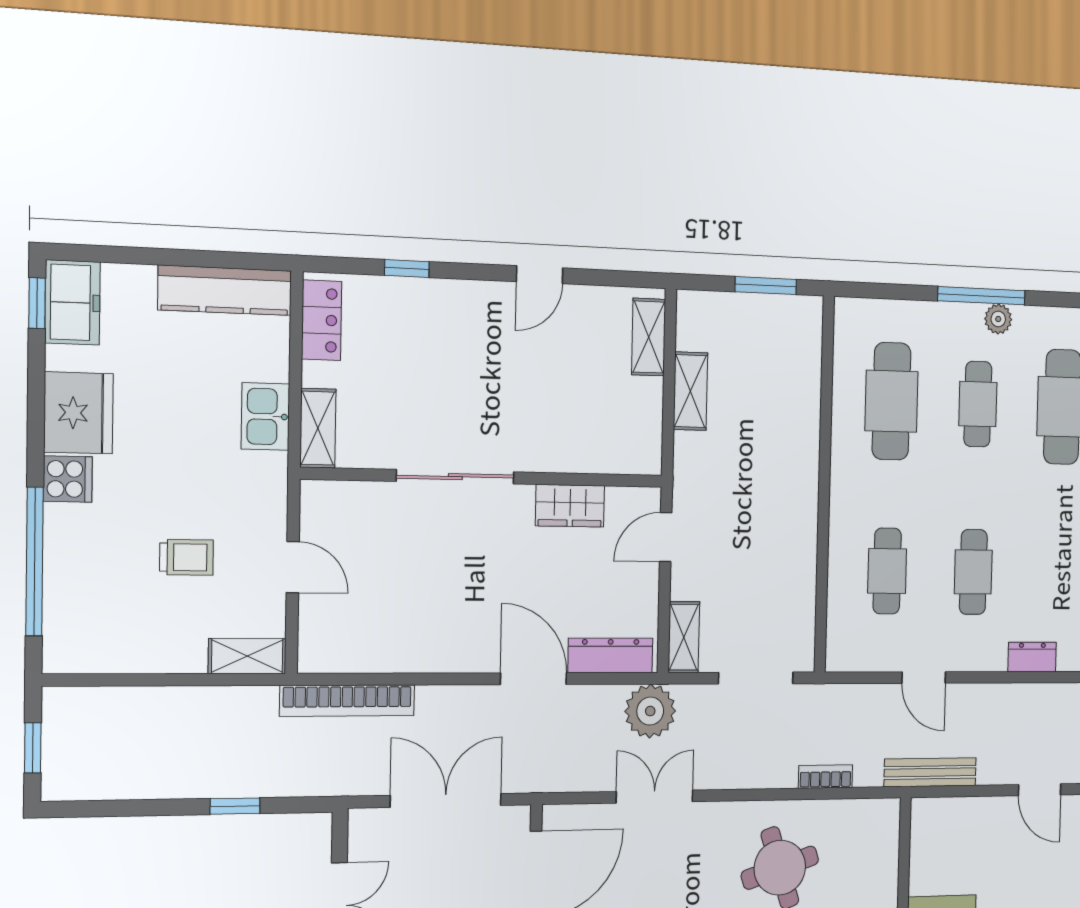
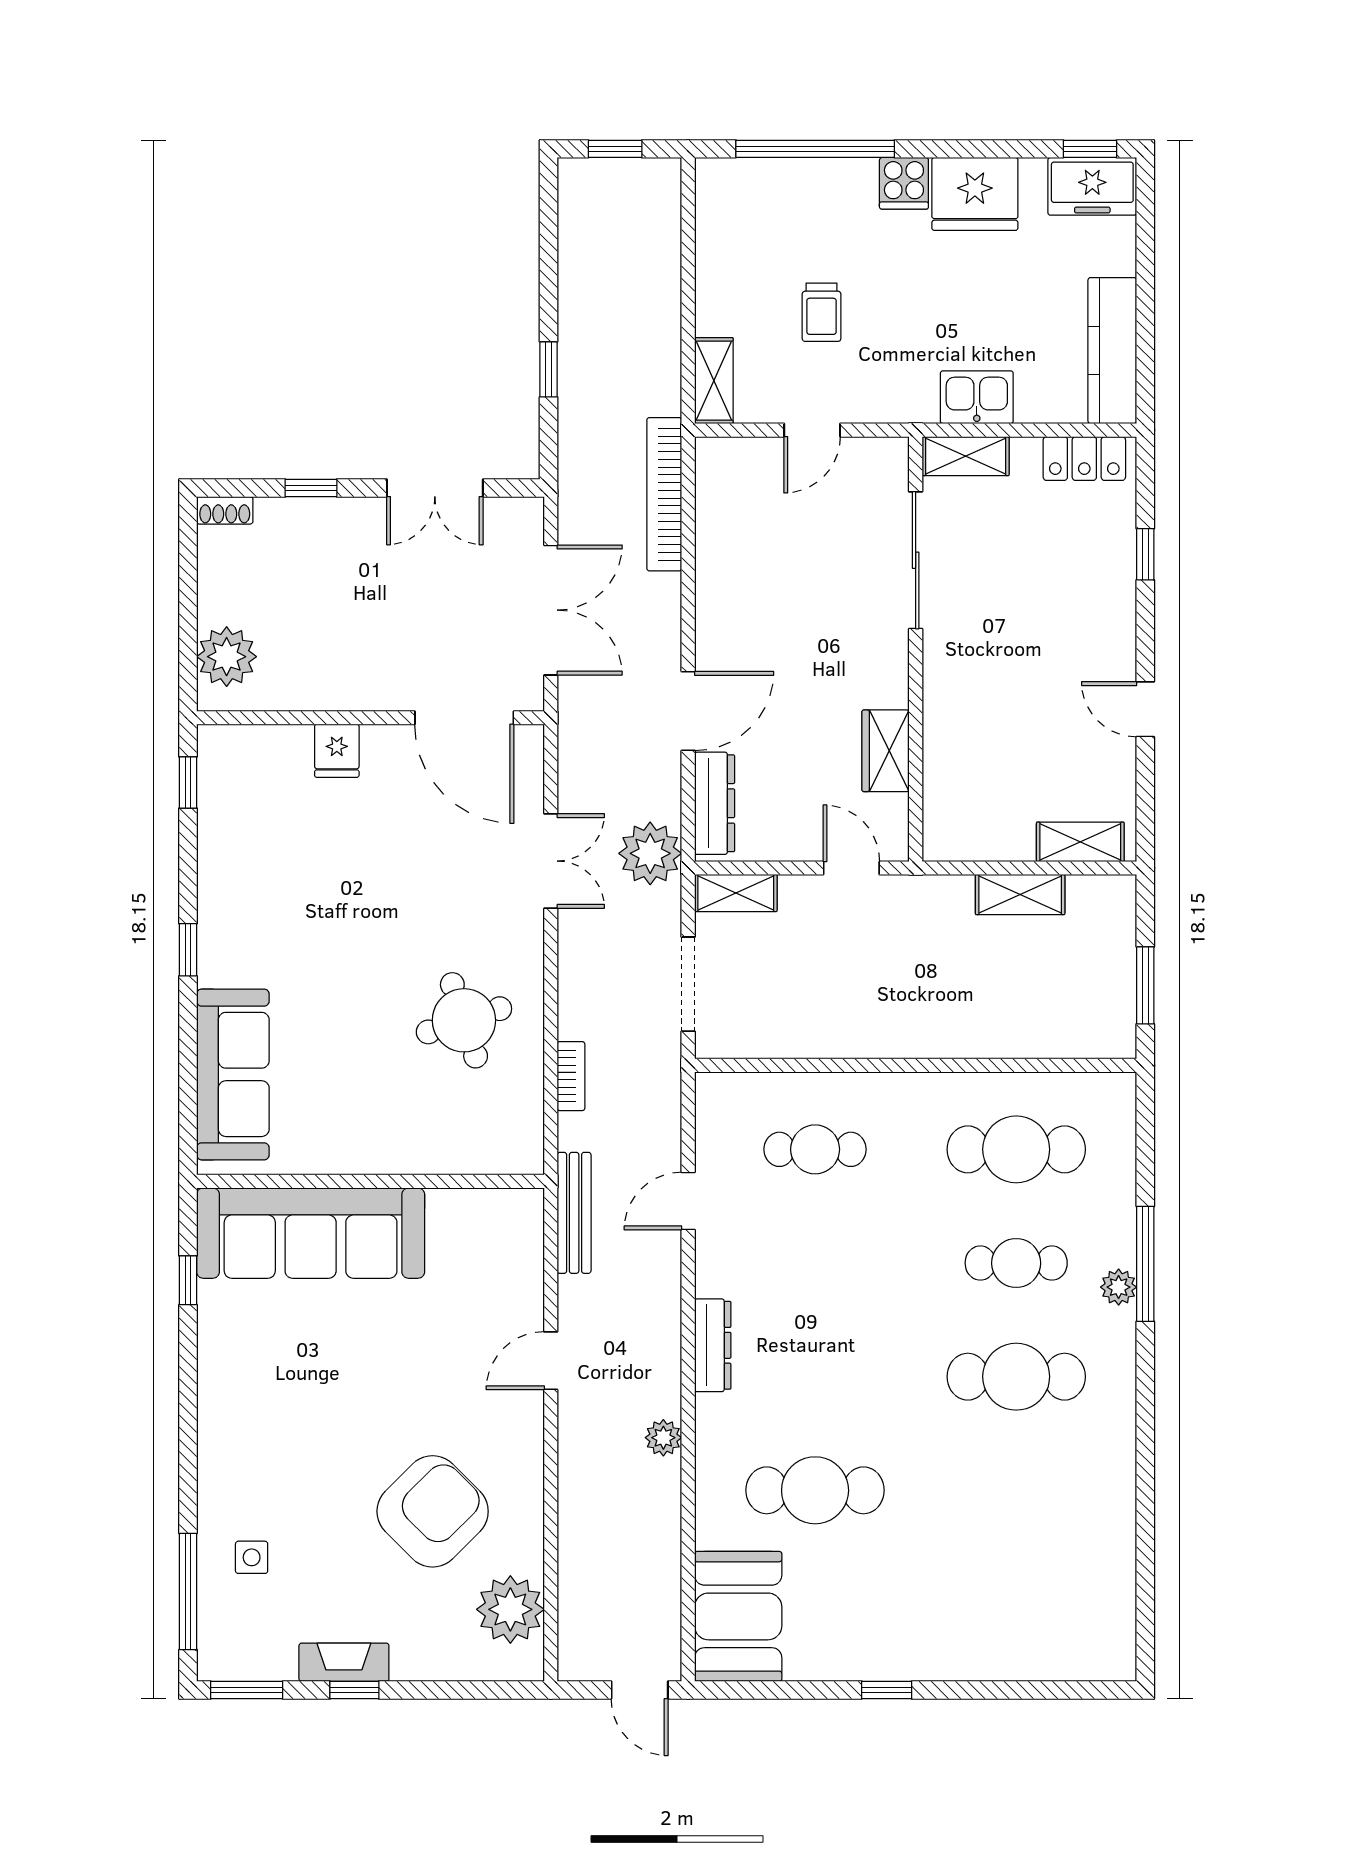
sliding door: (455, 477) -> (916, 560), moved
cafe table: (973, 572) -> (815, 1263), removed
dresser: (1032, 657) -> (713, 1345), width x1.44

